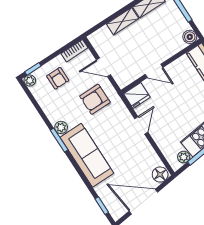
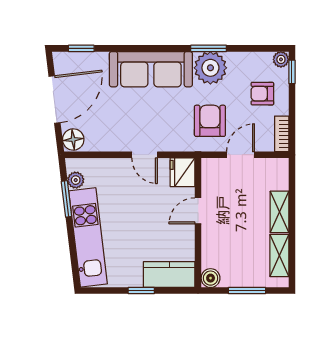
plant: (61, 127) -> (210, 68), width x1.88, depth x1.88
window: (59, 140) -> (209, 48), moved

